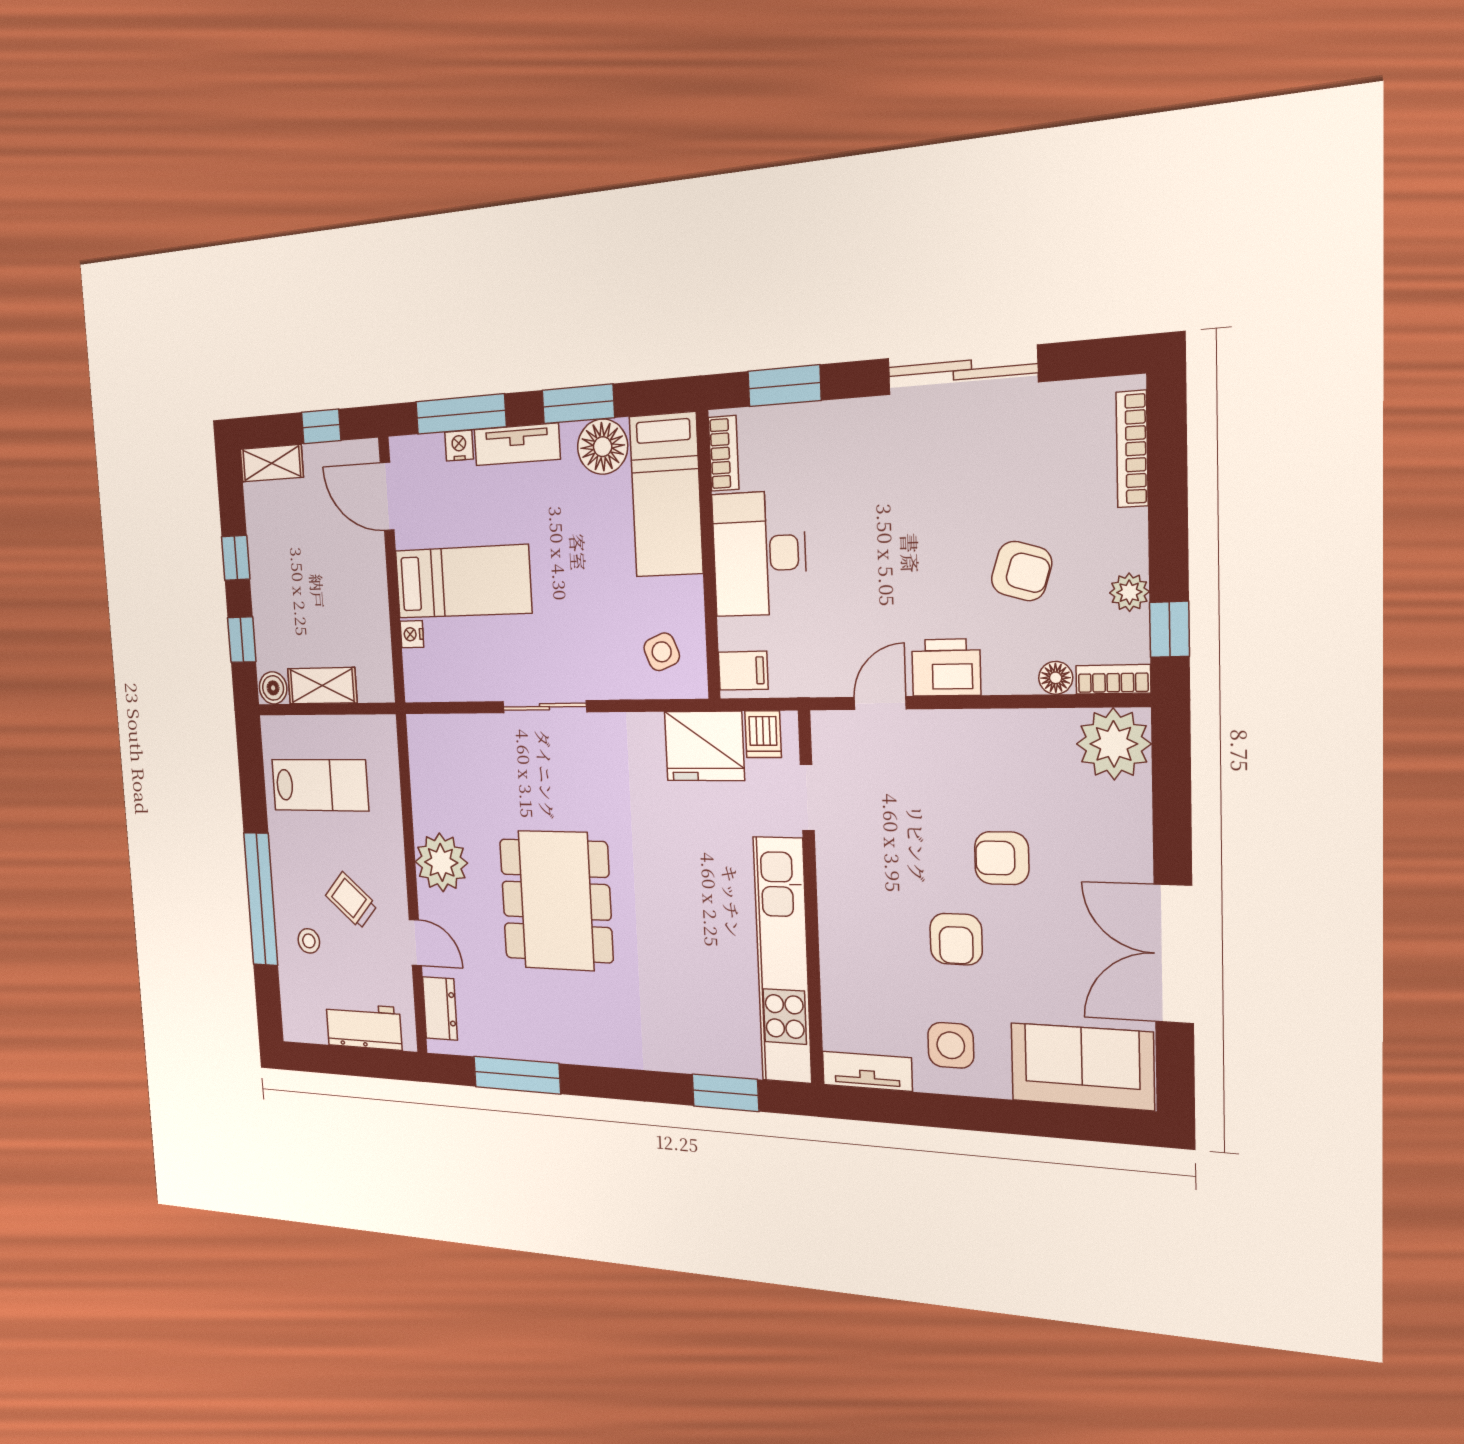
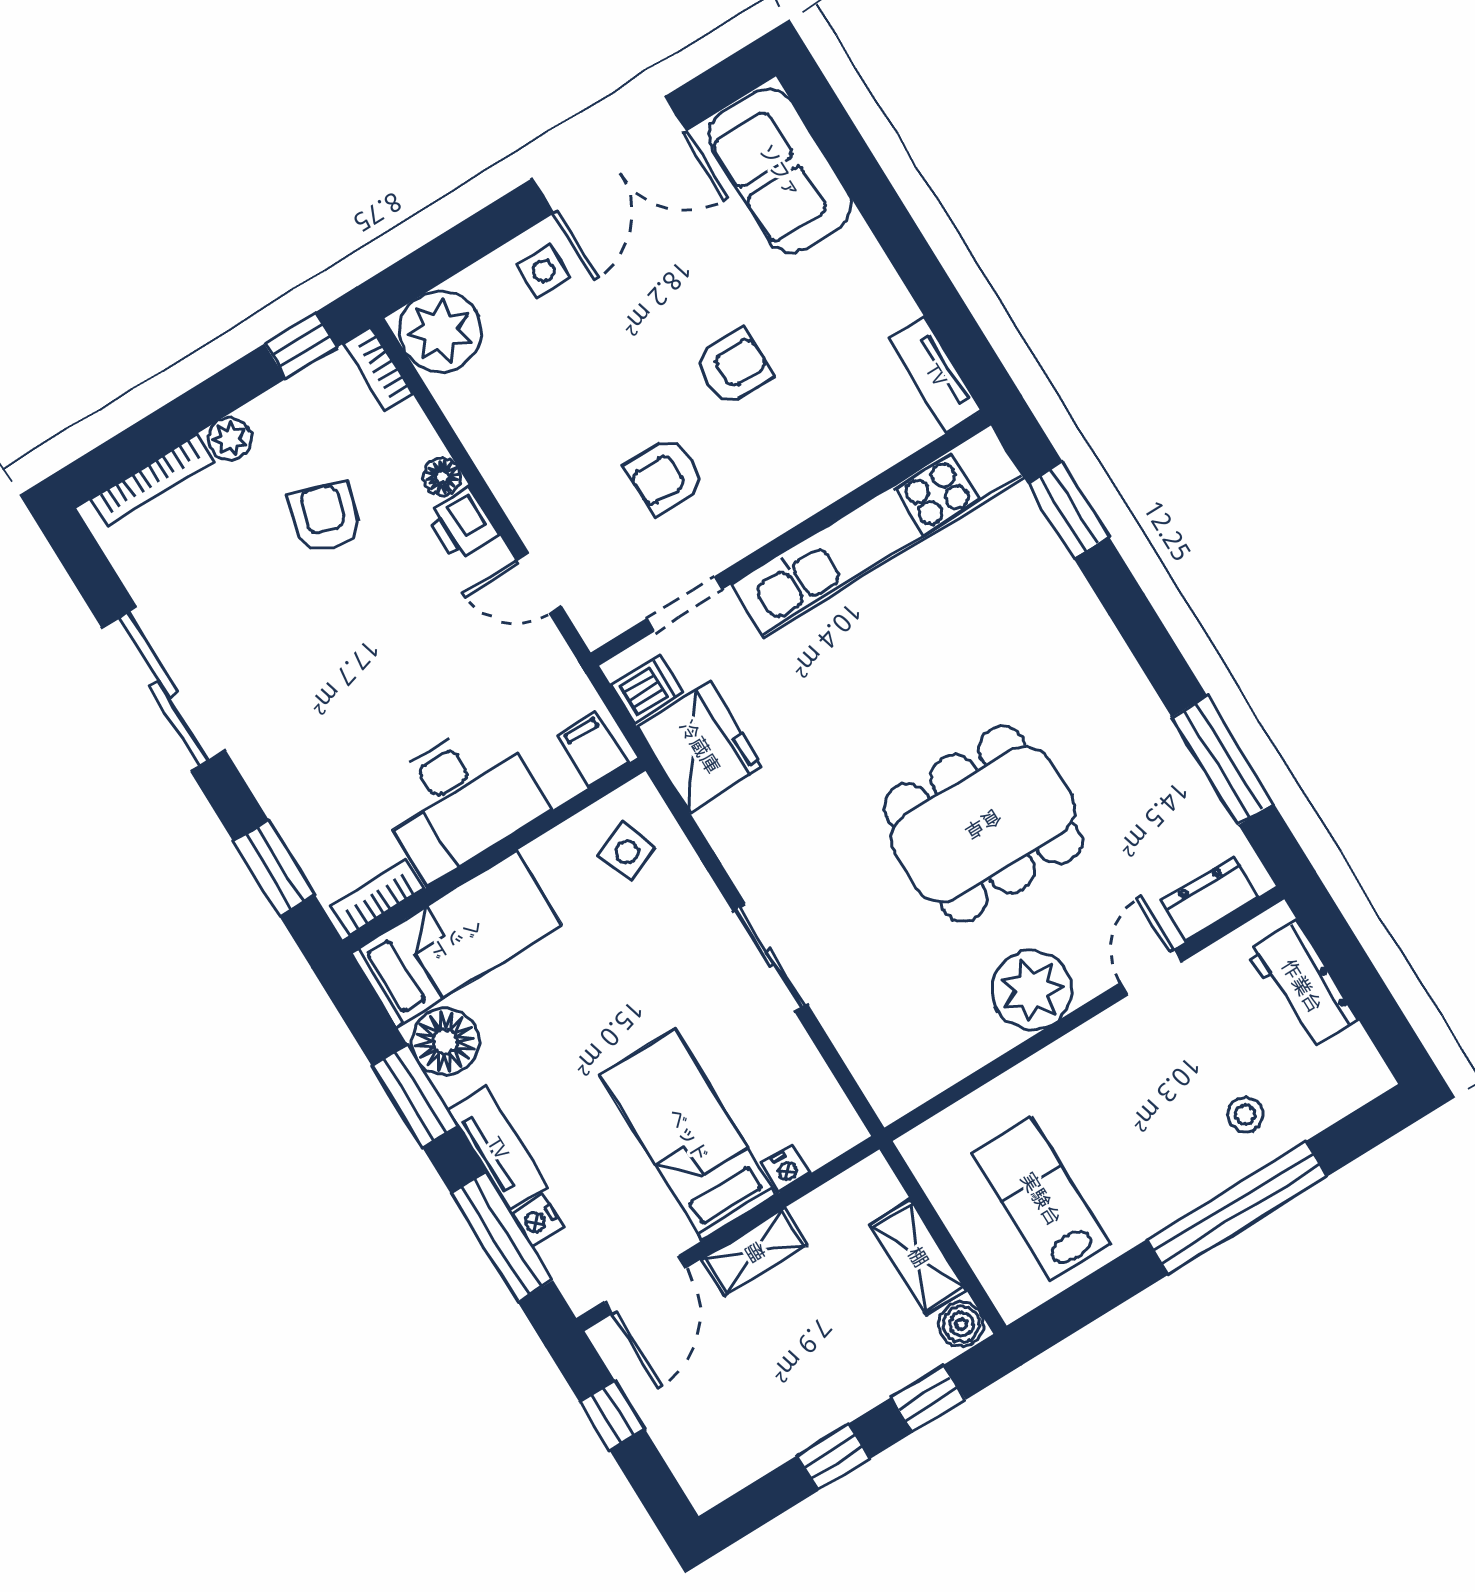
shelving: (272, 463) -> (755, 1252), moved, turned 90
plant: (1129, 592) -> (230, 439), moved
printer: (946, 668) -> (463, 525), width x0.73, depth x0.81
floor lamp: (1056, 678) -> (442, 477), moved
armchair: (1002, 858) -> (665, 476), moved, turned 90
trolley: (351, 900) -> (1156, 1083), removed
side table: (951, 1045) -> (543, 271), moved, width x0.73, depth x0.73

